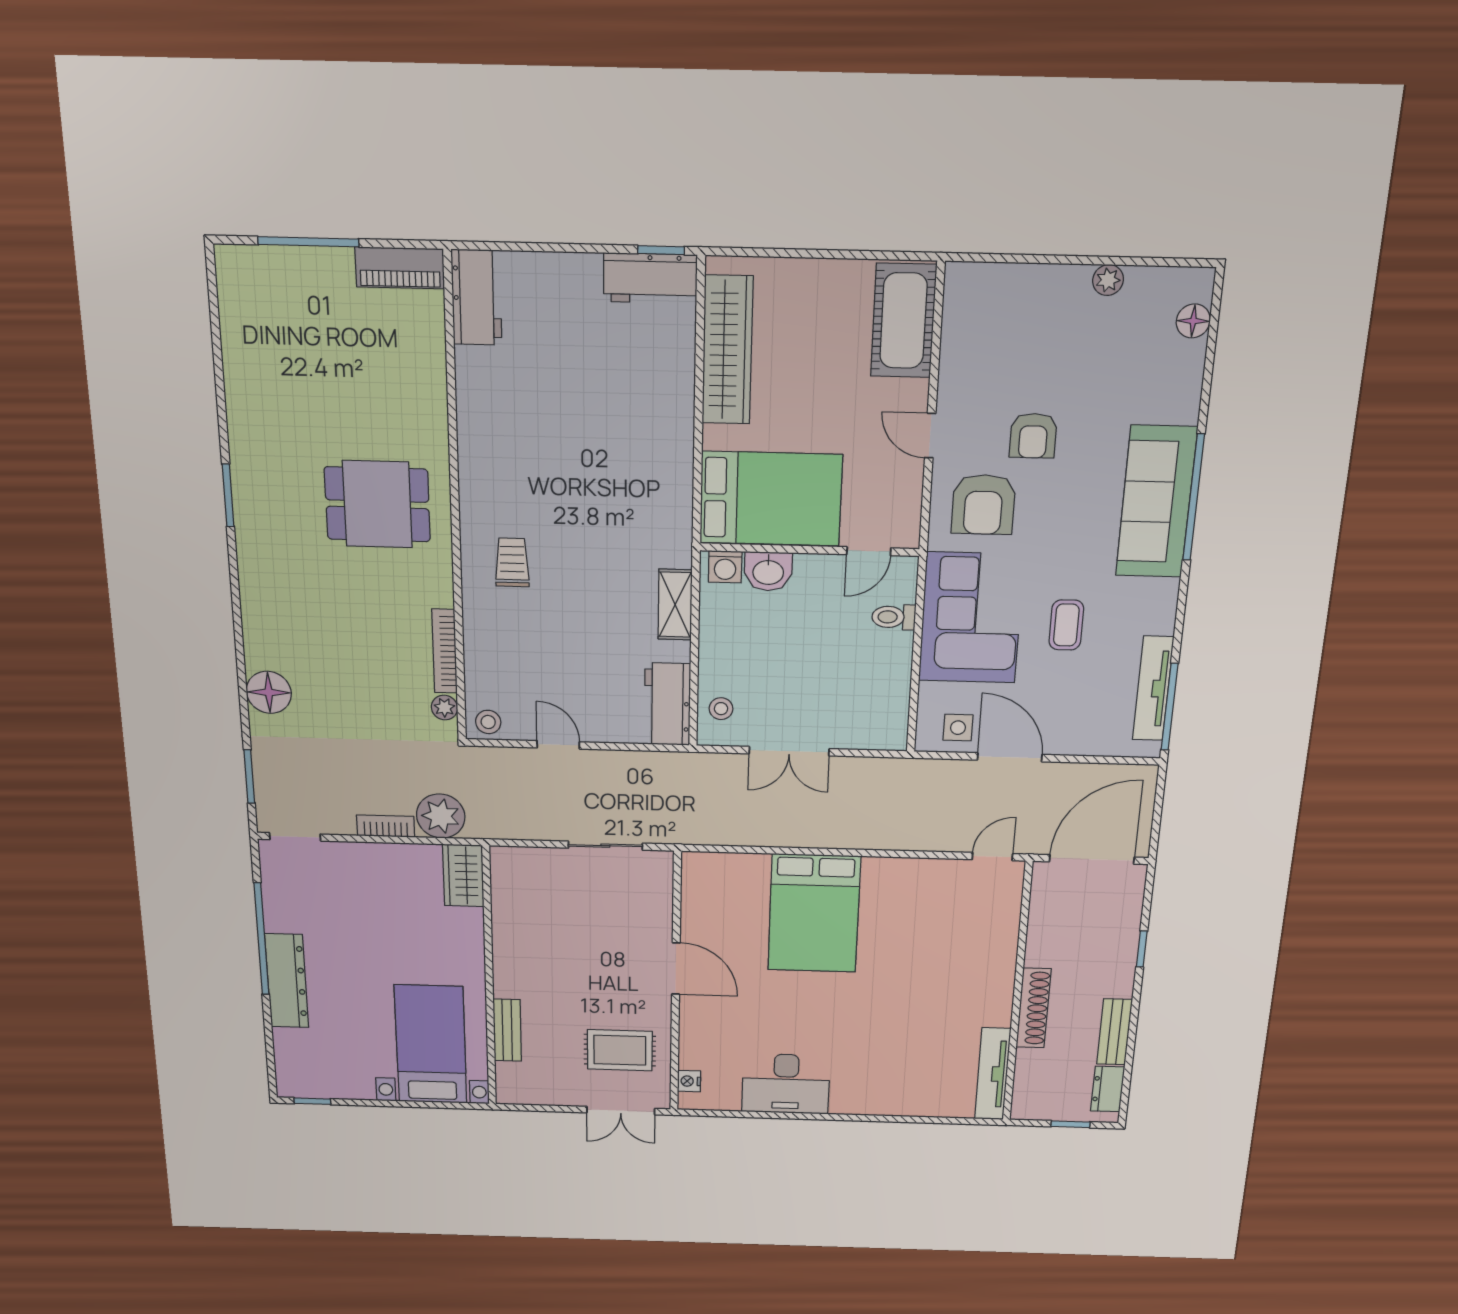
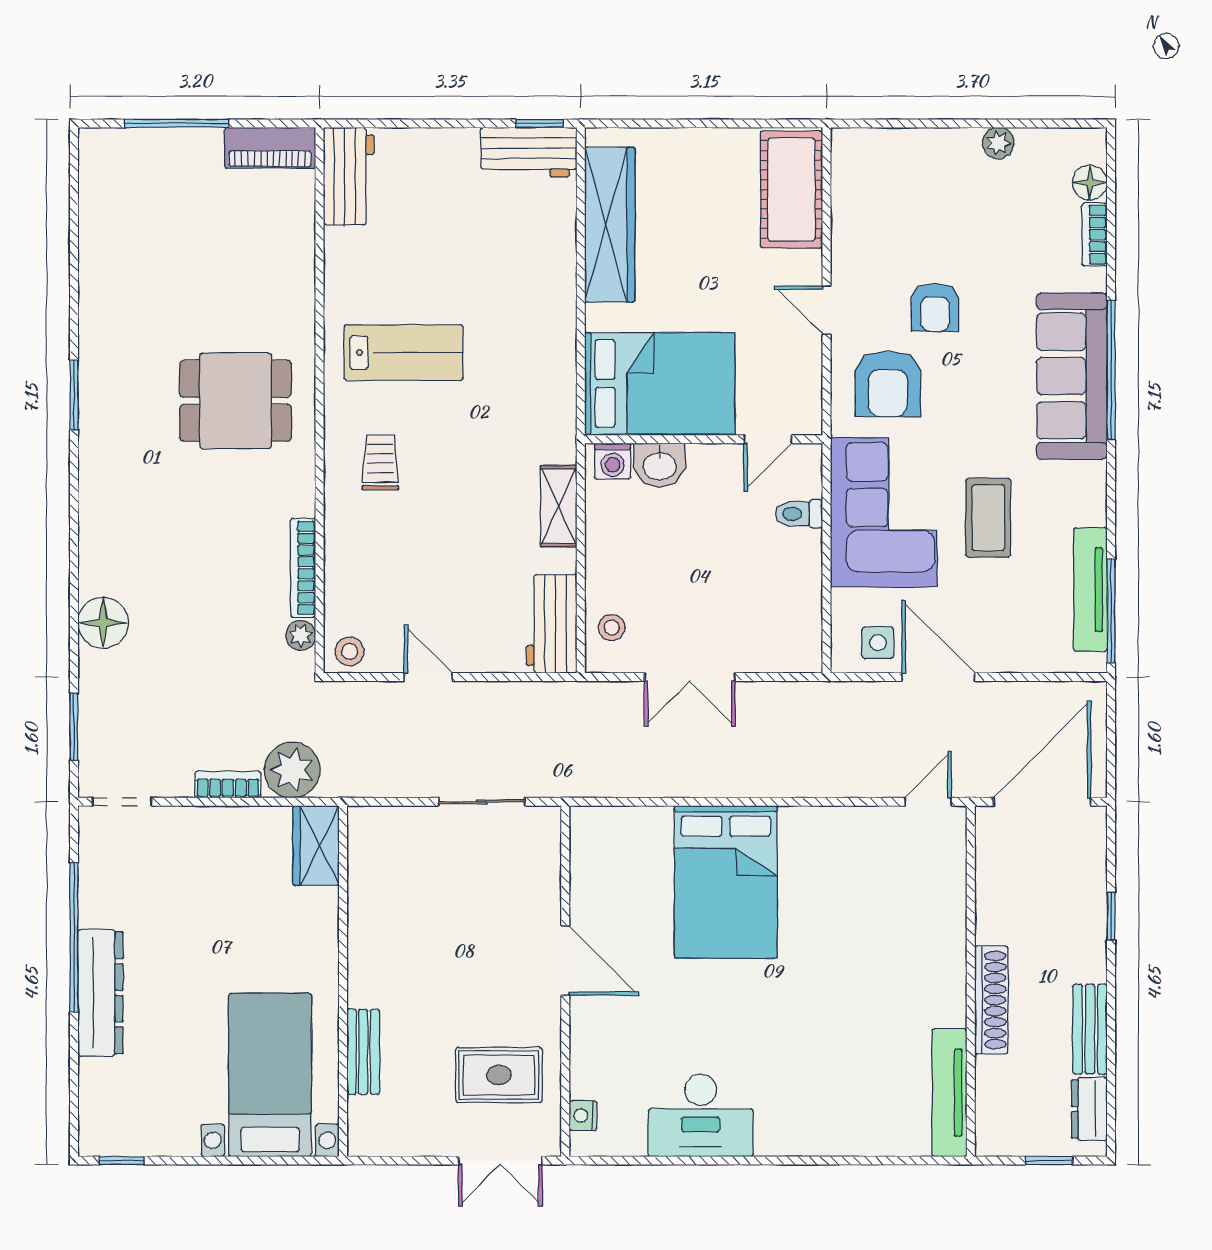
bookcase: (1192, 371) -> (1095, 235), added
lab bench: (532, 465) -> (404, 353), added
coffee table: (1066, 625) -> (988, 518), width x1.36, depth x1.30

